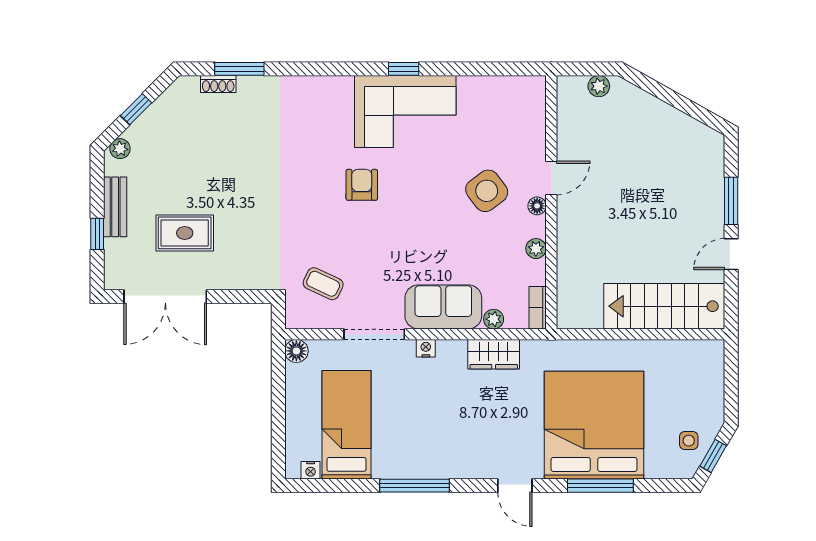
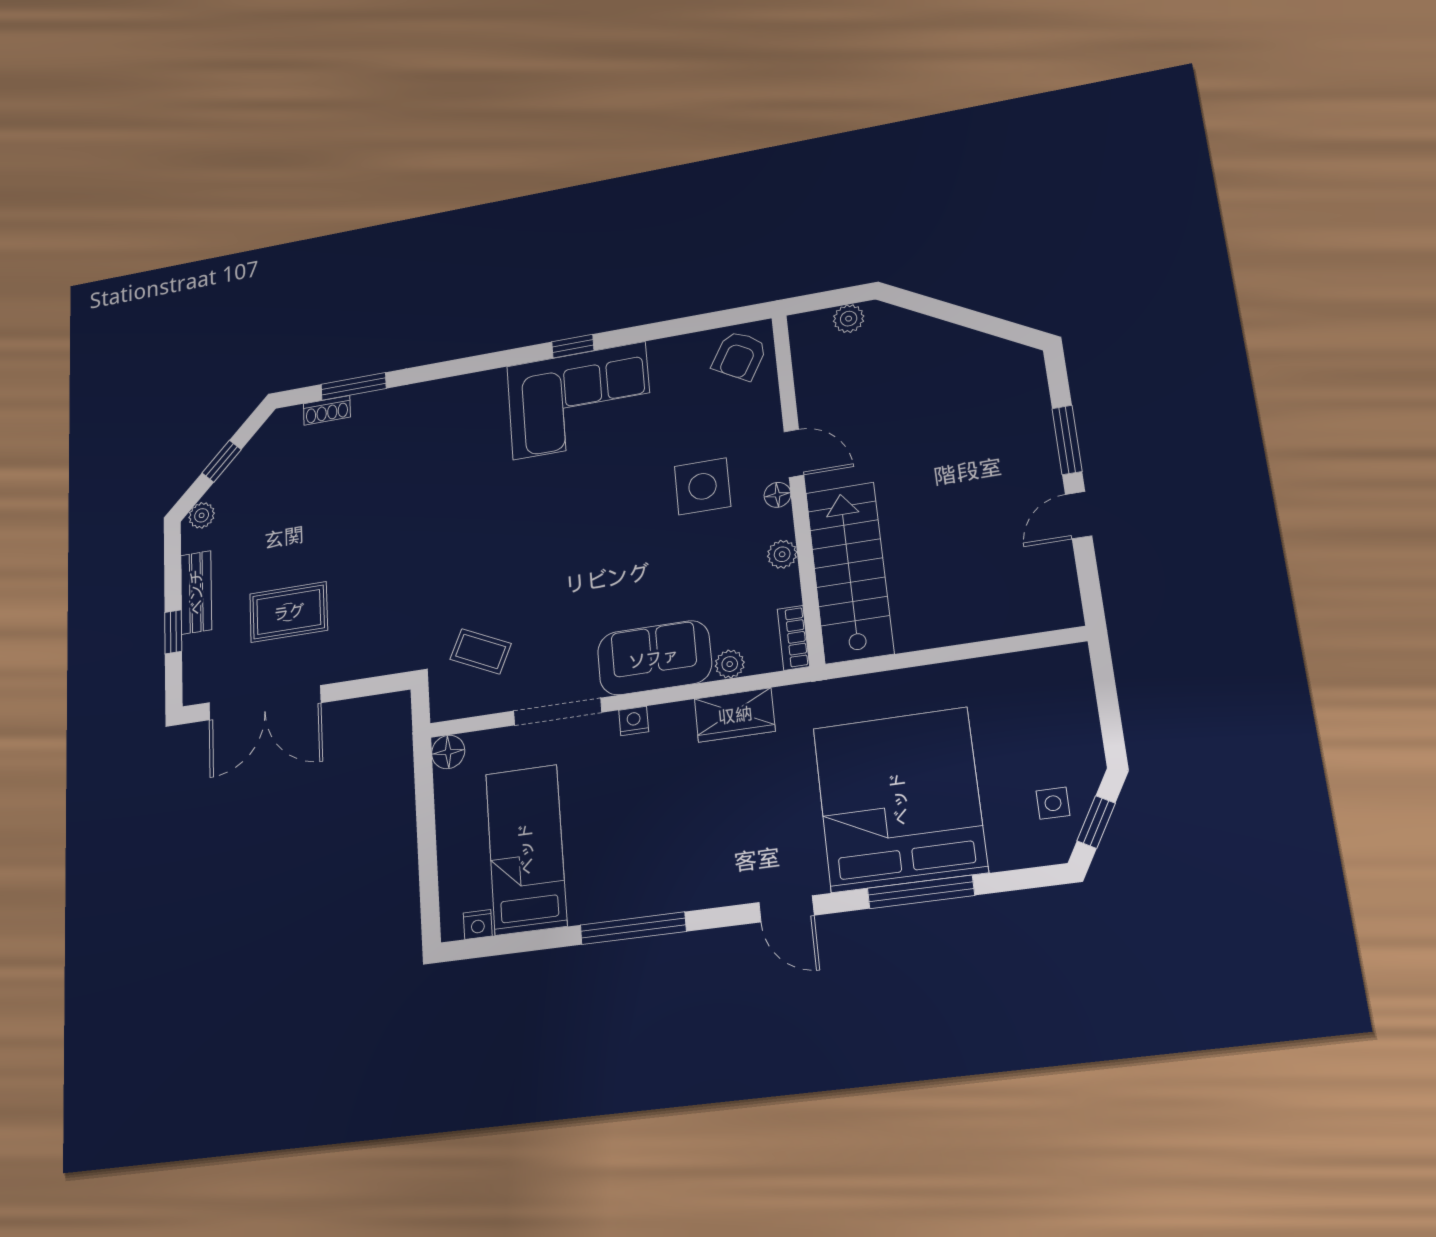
door: (551, 178) -> (794, 453), hinge flipped
armchair: (362, 185) -> (740, 356), moved, turned -150
side table: (487, 191) -> (703, 486), turned 37
stairs: (664, 306) -> (850, 572), moved, turned 90

